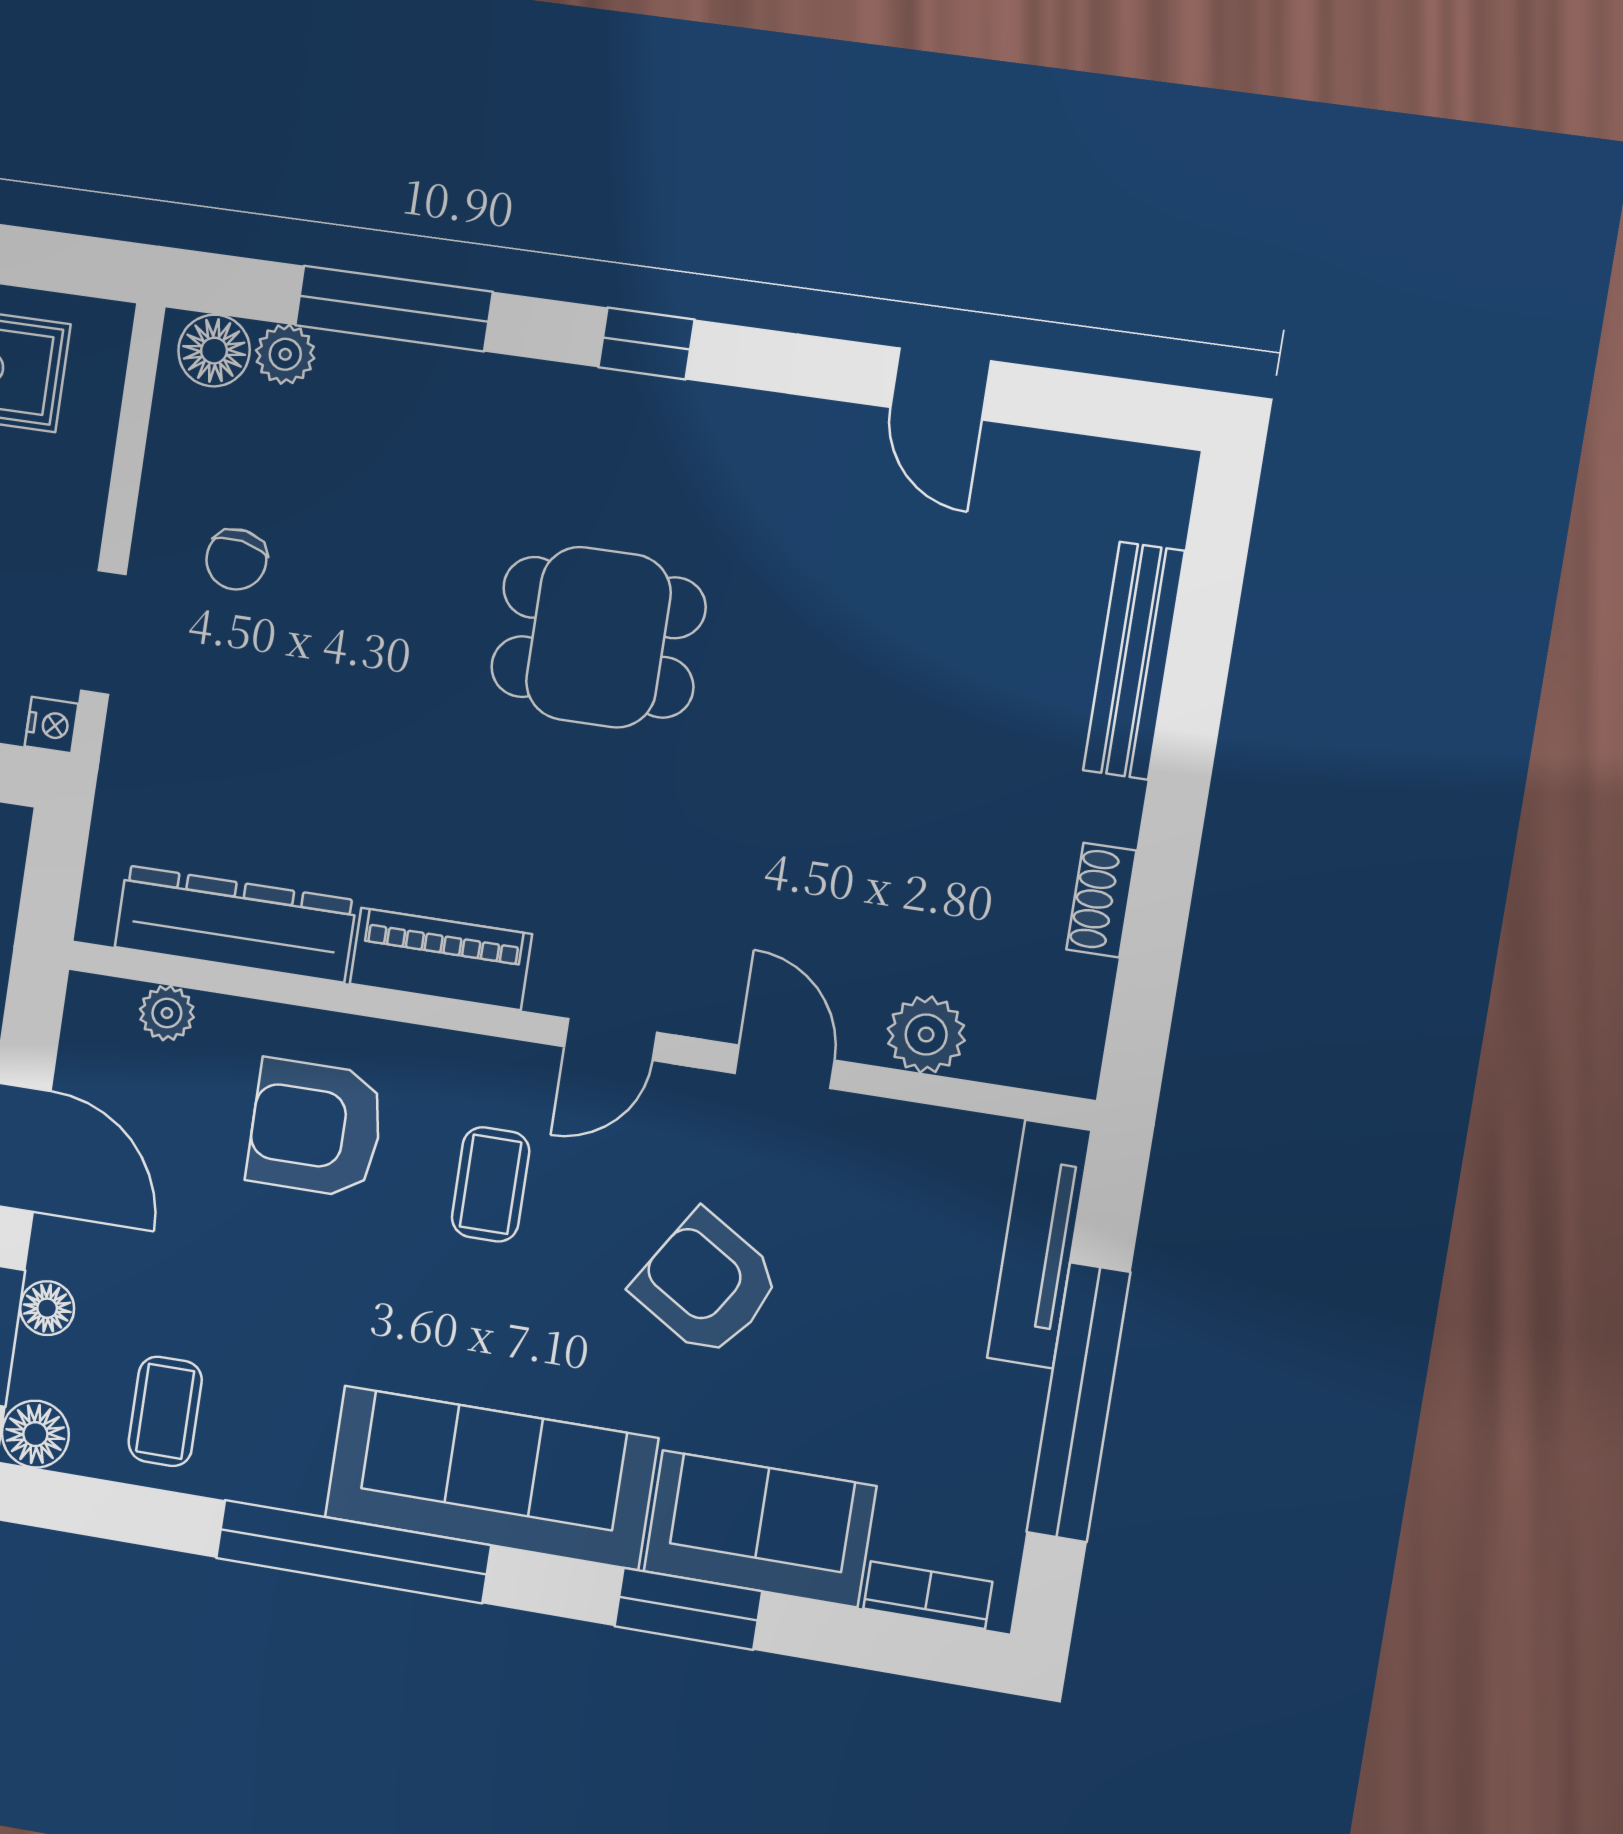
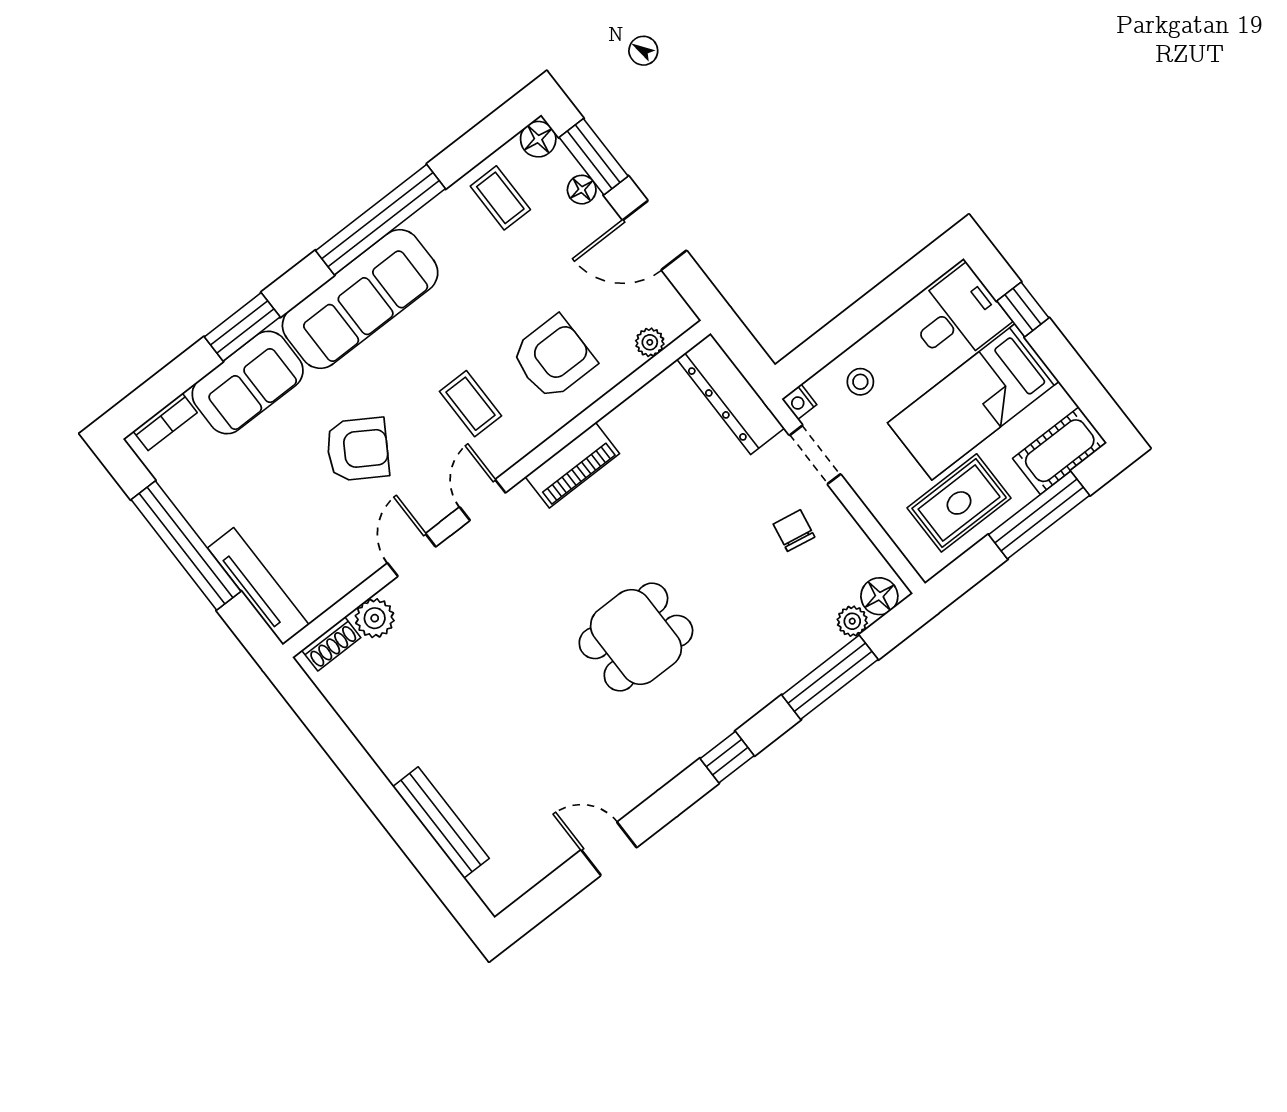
shoe rack: (1101, 900) -> (331, 644), moved, turned 90
dresser: (235, 924) -> (731, 394), moved, turned 90
door: (785, 1067) -> (412, 555), swing flipped

